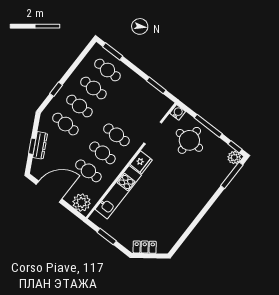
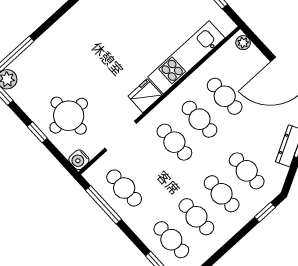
window: (156, 85) -> (103, 205), width x1.44
window: (56, 89) -> (265, 212), moved
cafe table: (145, 99) -> (124, 188), added
window: (208, 126) -> (37, 132), width x0.46
plant: (82, 202) -> (243, 43), width x0.53, depth x0.53

